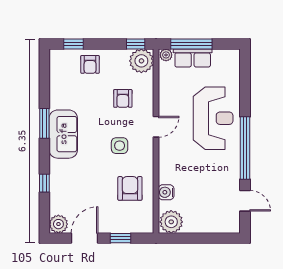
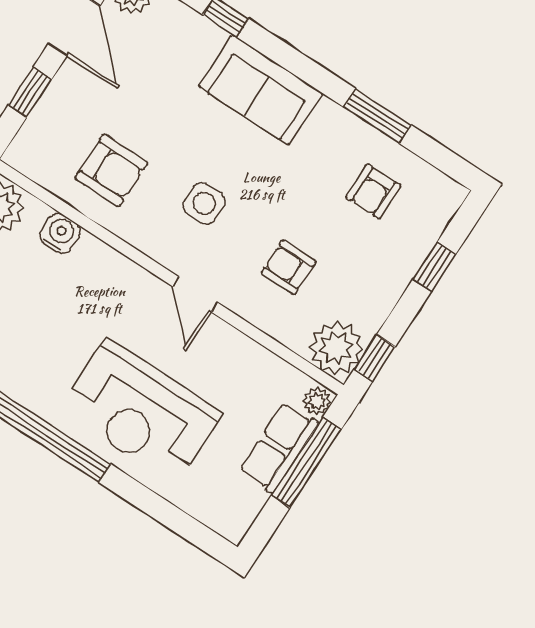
window: (73, 44) -> (434, 267), moved
armchair: (90, 64) -> (373, 191), moved, turned -90
window: (44, 123) -> (377, 116), moved
sofa: (63, 134) -> (261, 90), moved

